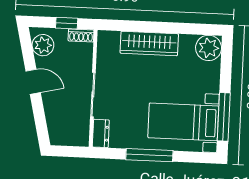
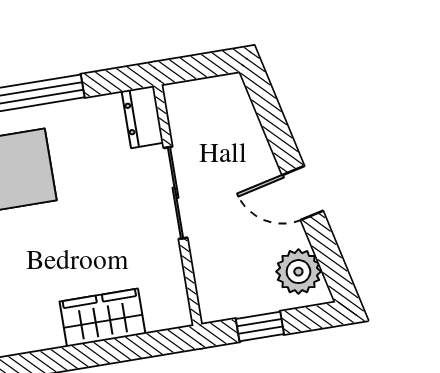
shoe rack: (81, 35) -> (225, 308), removed
wardrobe: (149, 43) -> (102, 318), width x0.67

